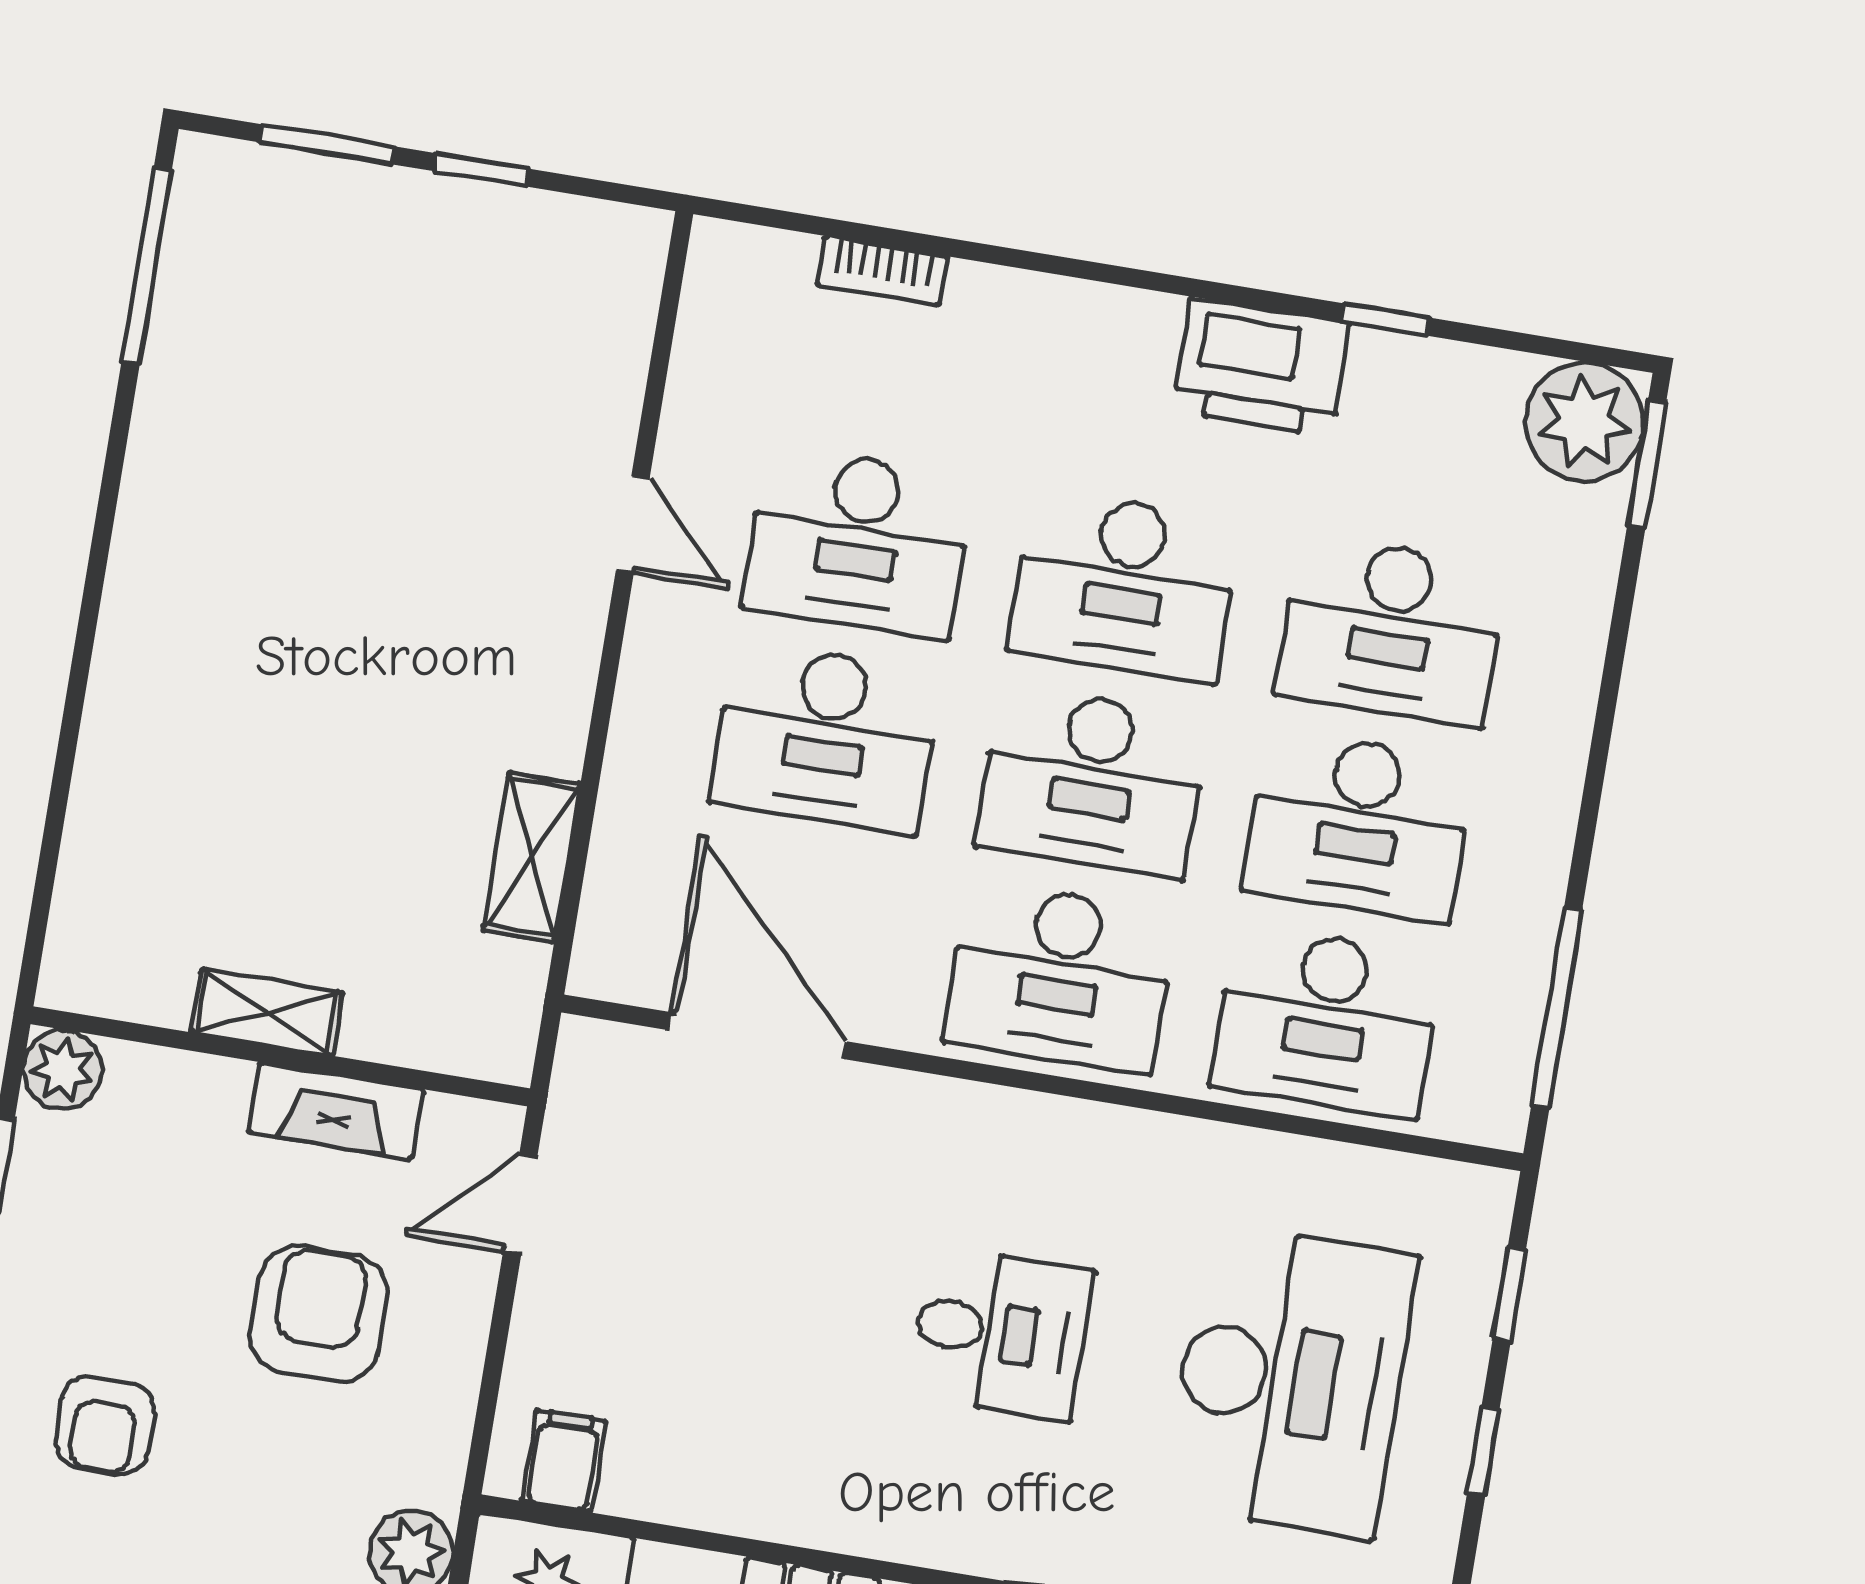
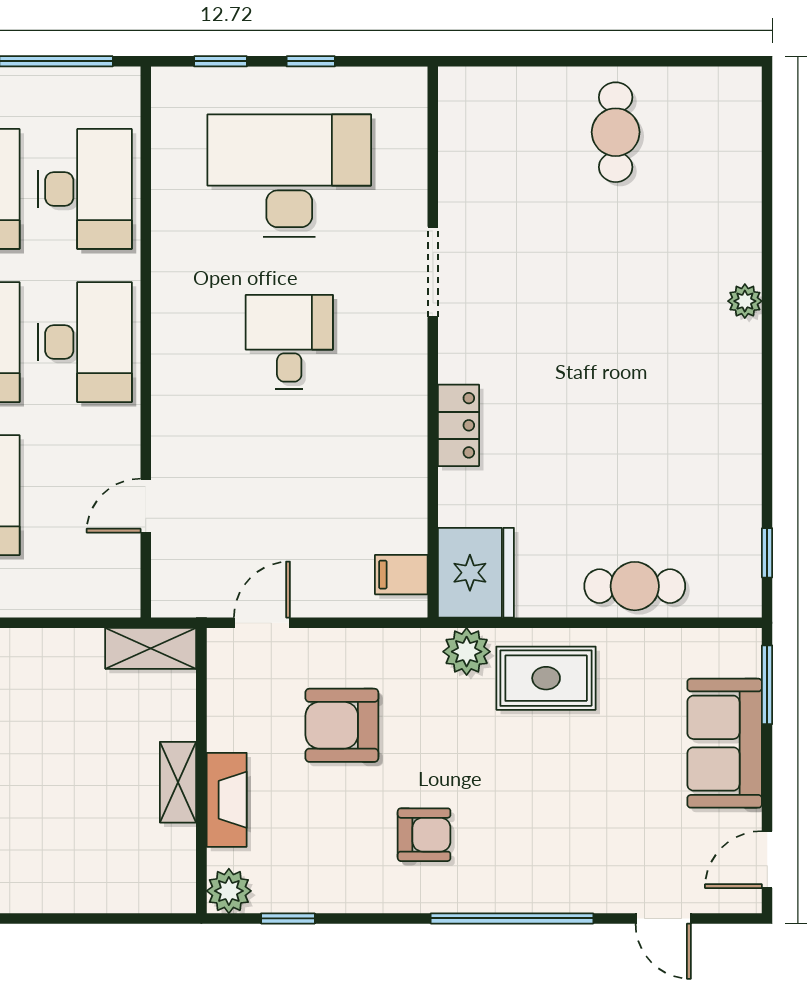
shelving: (532, 857) -> (151, 648), moved
door: (758, 1036) -> (146, 506), width x0.53
fireplace: (336, 1111) -> (227, 800), moved
door: (520, 1204) -> (262, 623), swing flipped

